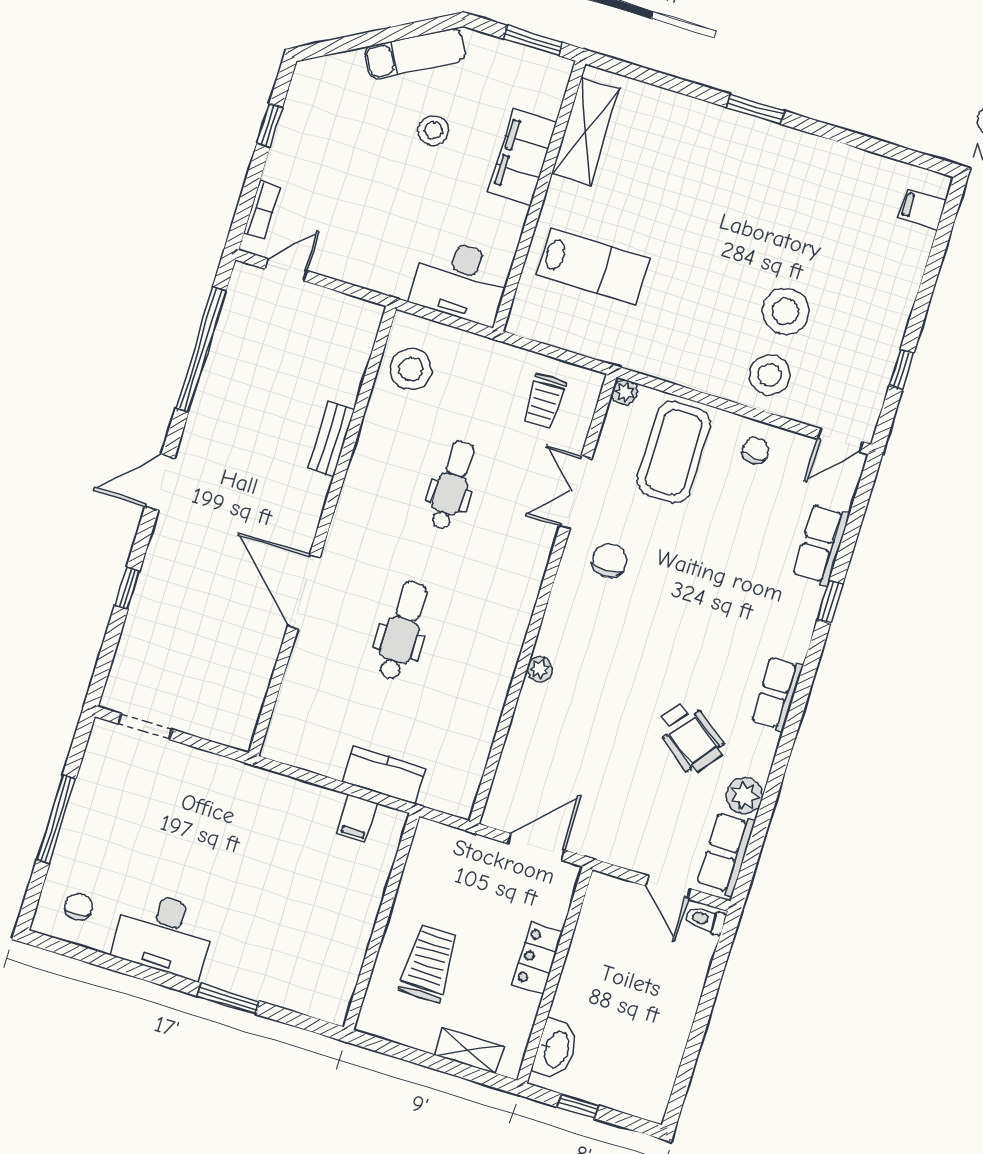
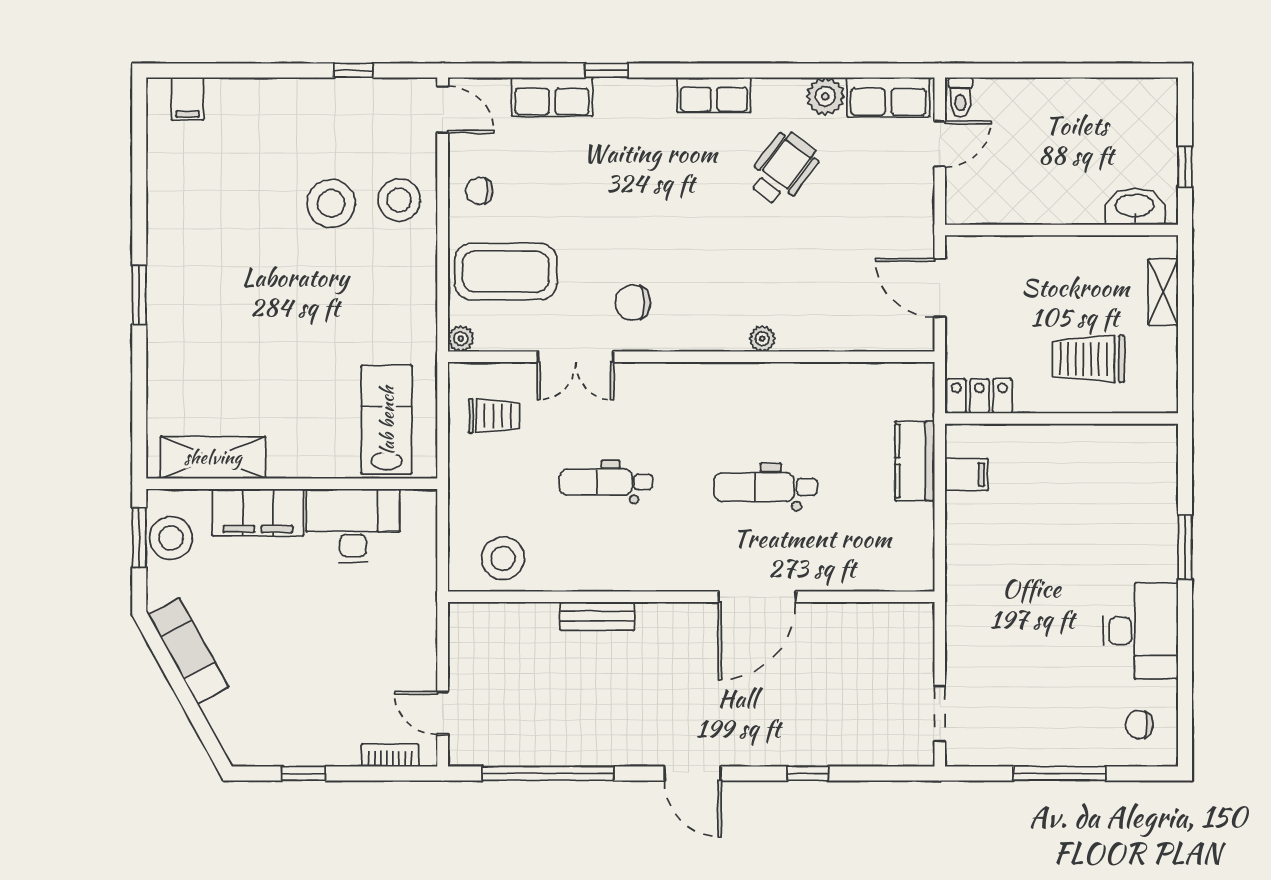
stool: (433, 131) -> (171, 538), moved, width x1.38, depth x1.38
lab bench: (593, 267) -> (387, 420), moved
desk: (461, 281) -> (353, 526), moved, turned -90
locker: (537, 958) -> (979, 396), moved, turned 180

